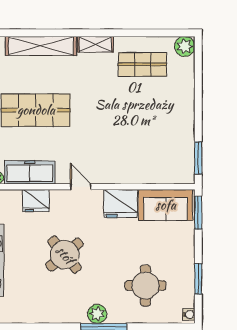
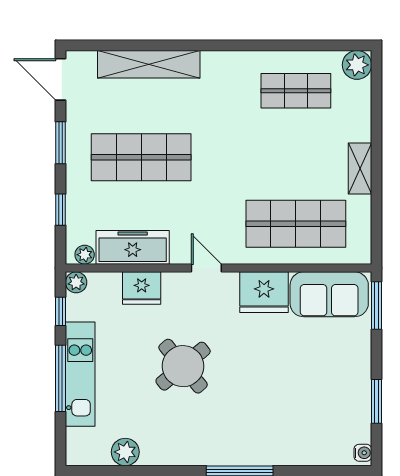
shelving: (95, 44) -> (360, 168), moved, turned 90
shop shelf: (143, 156) -> (296, 224), added
window: (198, 158) -> (377, 226), removed
round table: (145, 286) -> (300, 411), removed
plant: (97, 314) -> (125, 452), moved

